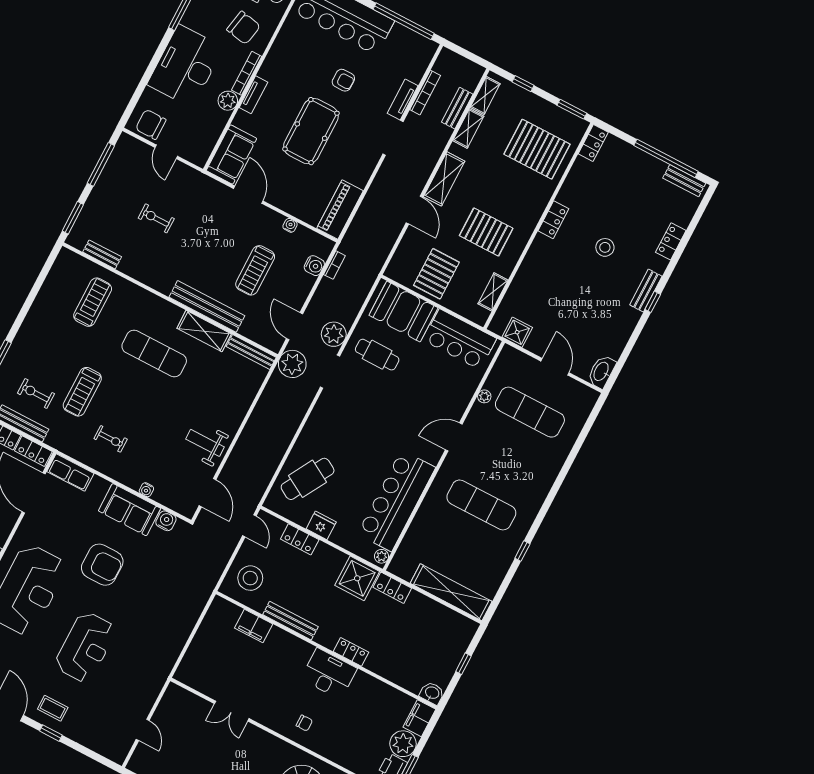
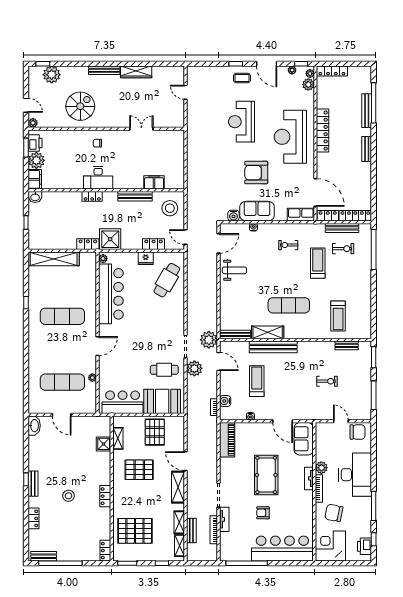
shower: (517, 332) -> (104, 444), moved
door: (207, 493) -> (219, 243), swing flipped

